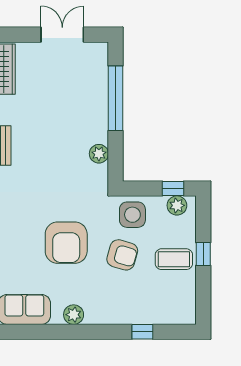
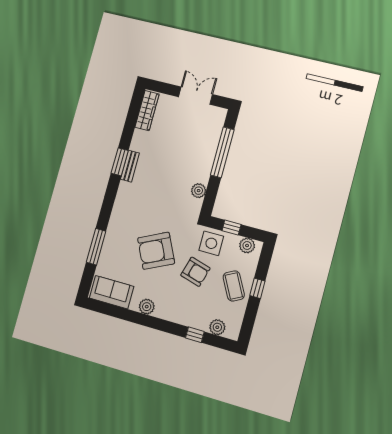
window: (173, 189) -> (232, 228), moved
armchair: (66, 243) -> (156, 251), turned 64
coffee table: (174, 259) -> (234, 286), turned 62
plant: (167, 315) -> (217, 327), added

